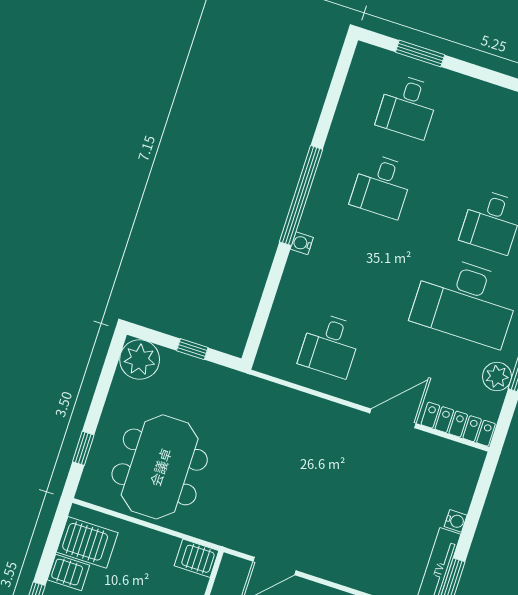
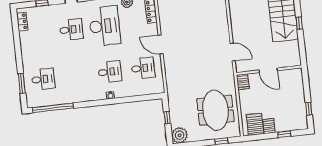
desk: (382, 186) -> (110, 72), moved
window: (301, 196) -> (53, 108), moved
door: (393, 418) -> (161, 45), moved
meeting table: (160, 467) -> (215, 110), turned 90

